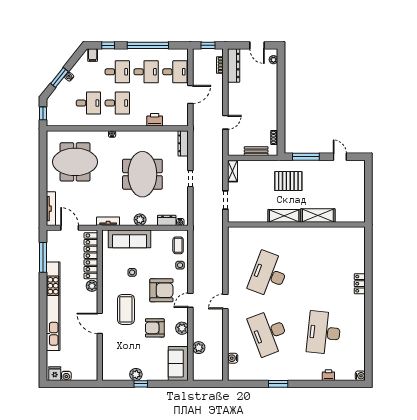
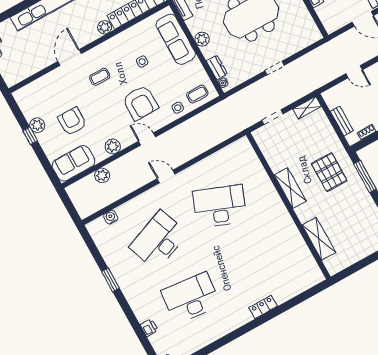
dresser: (183, 143) -> (307, 40), removed
shelving: (318, 215) -> (319, 239), moved
coffee table: (126, 309) -> (100, 77), width x0.54, depth x0.58
armchair: (155, 328) -> (72, 121), moved

